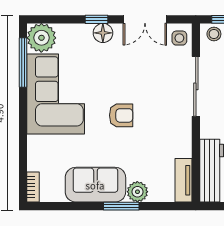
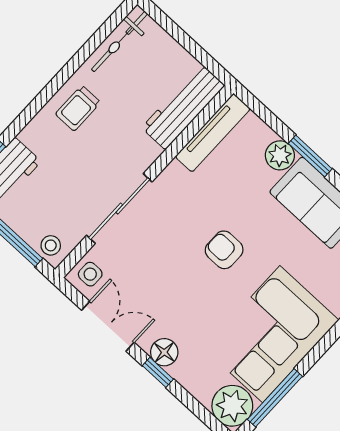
tv unit: (184, 180) -> (213, 133), width x1.41

